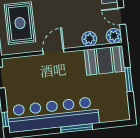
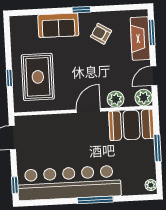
door: (122, 16) -> (154, 76), hinge flipped
door: (53, 51) -> (88, 111), moved
plant: (125, 112) -> (151, 185), added

